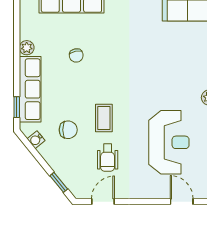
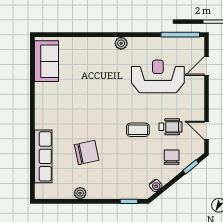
chair: (76, 55) -> (87, 152), width x1.87, depth x1.87
row of seats: (30, 89) -> (114, 190), removed
chair: (68, 130) -> (172, 157), moved

